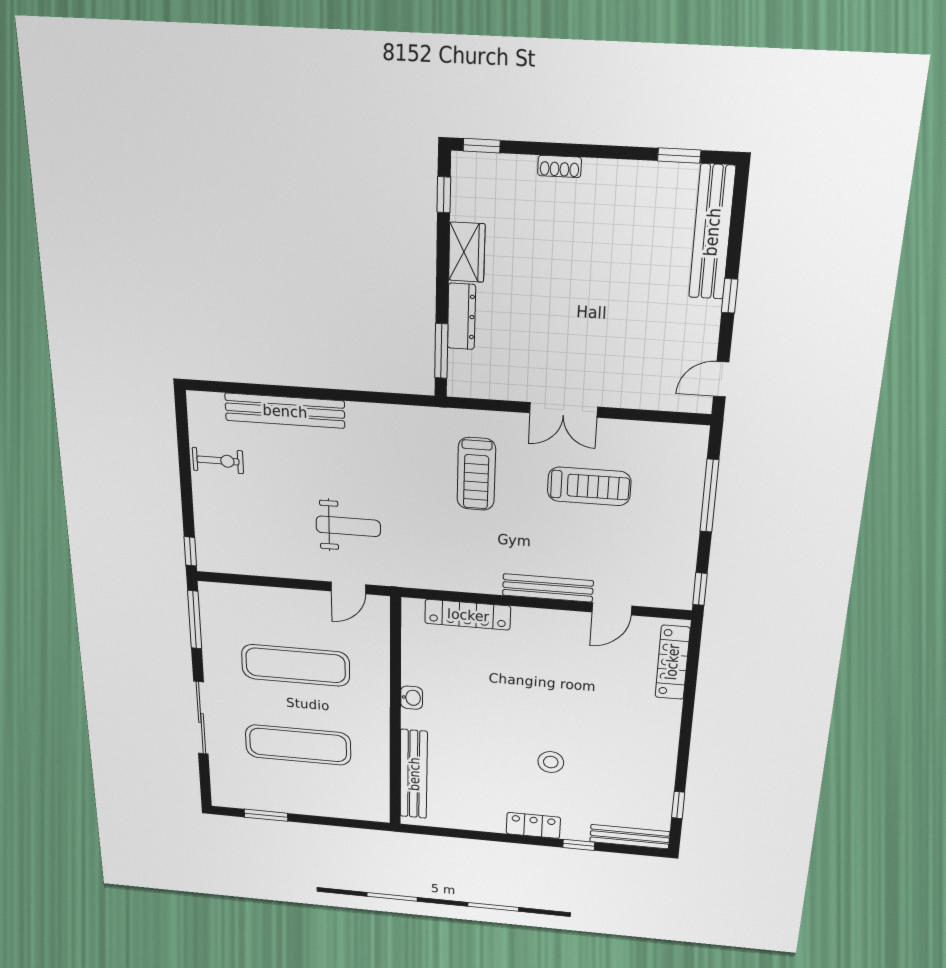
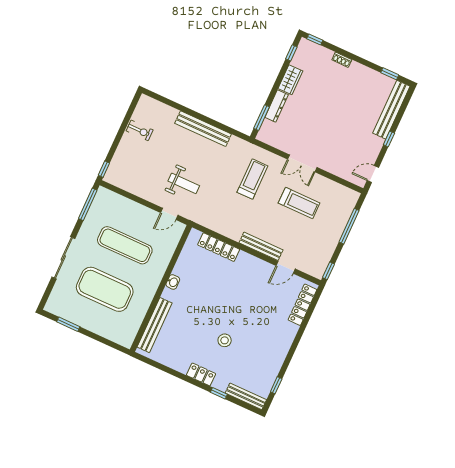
bench: (285, 411) -> (203, 129), moved
treadmill: (476, 474) -> (252, 179), turned 180
exercise mat: (298, 745) -> (105, 289), width x1.47

